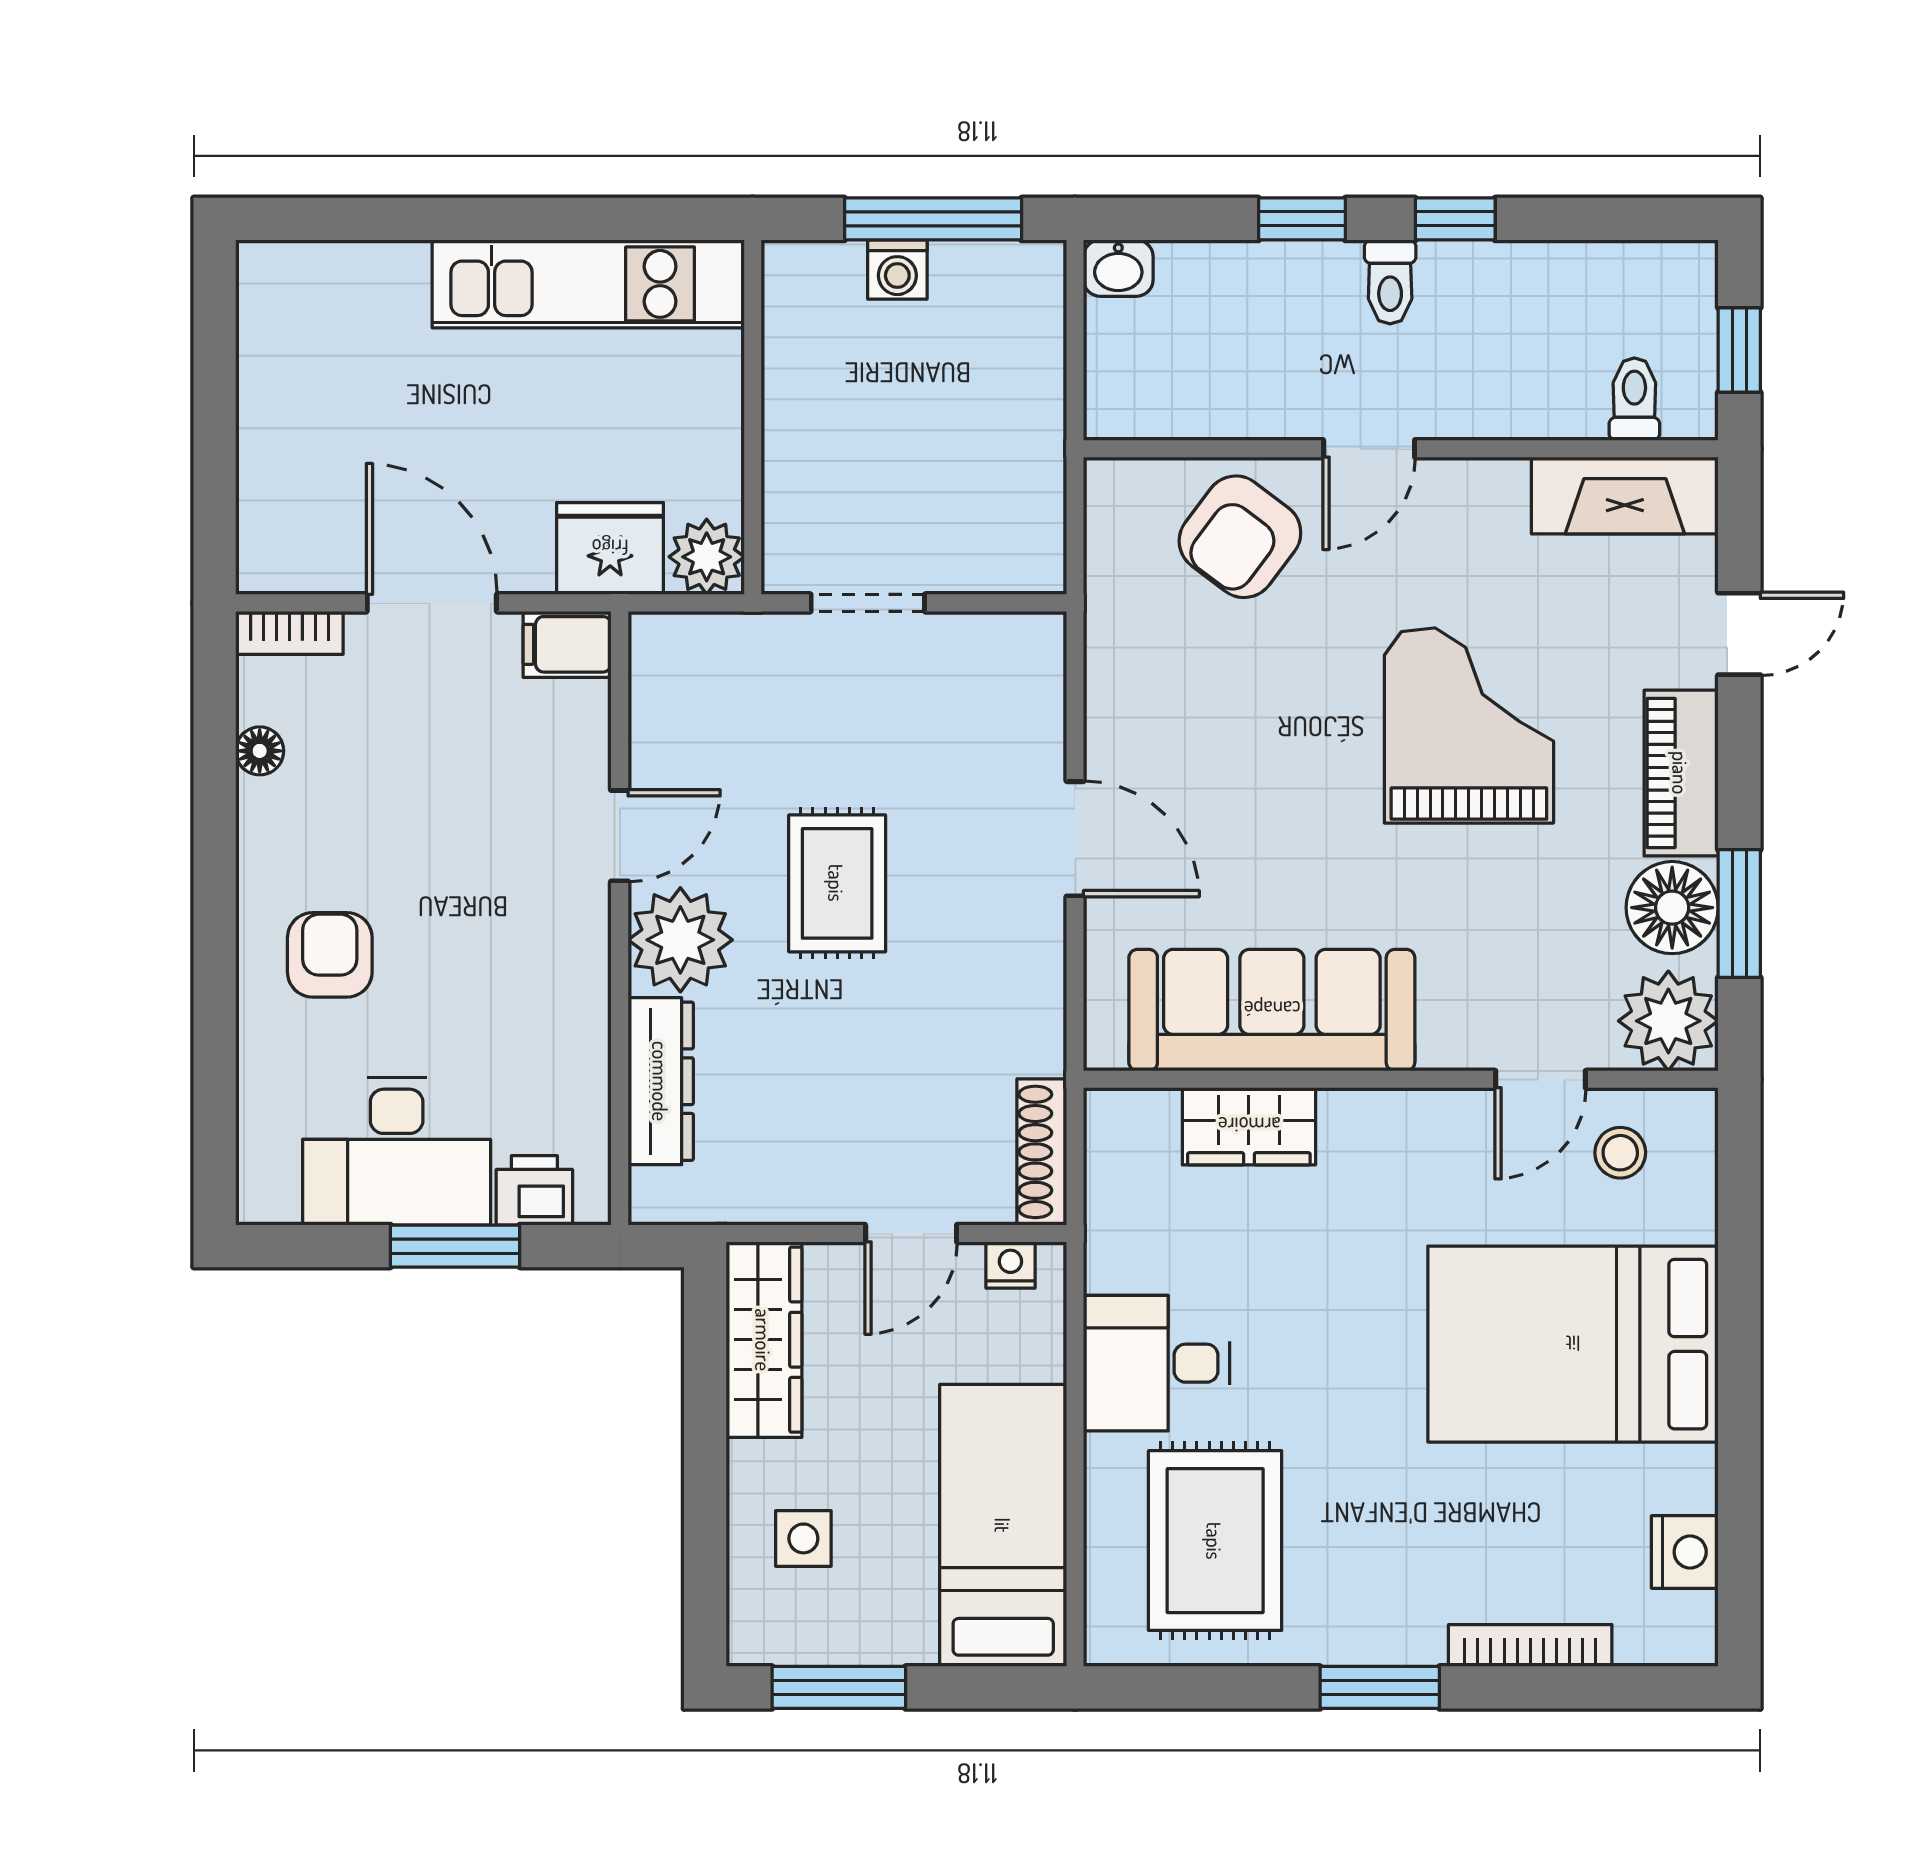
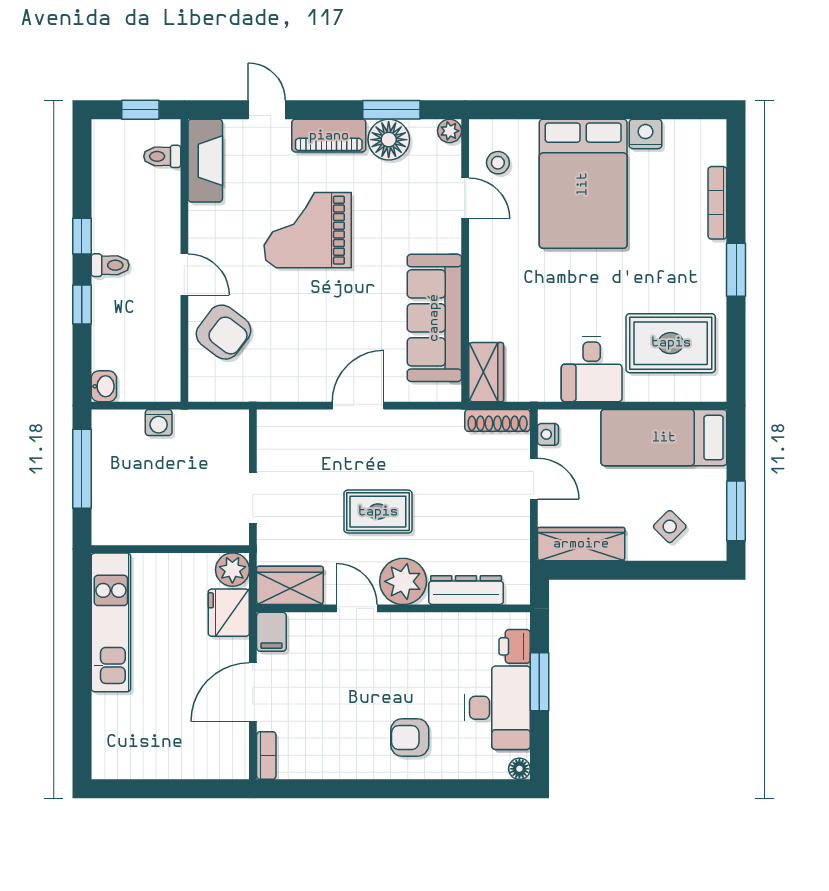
washing machine: (897, 270) -> (159, 423), moved, turned 90
wardrobe: (671, 686) -> (290, 585), added
floor lamp: (260, 751) -> (519, 769), moved
plant: (1668, 1021) -> (450, 131), width x0.53, depth x0.53
wardrobe: (1249, 1126) -> (486, 372), moved
side table: (803, 1538) -> (670, 527), turned 45
nightstand: (1685, 1552) -> (645, 134), moved

